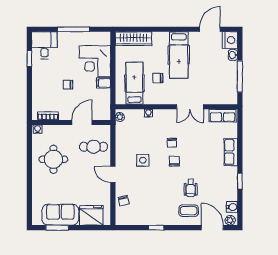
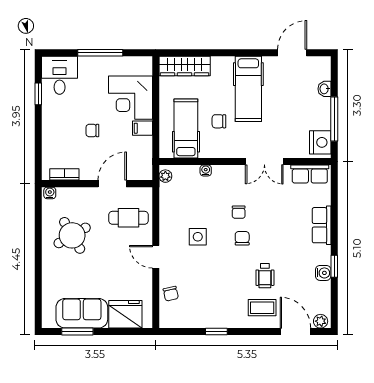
nightstand: (230, 40) -> (320, 142), moved
round table: (53, 159) -> (72, 235), turned -30
water cooler: (232, 207) -> (323, 273), moved

